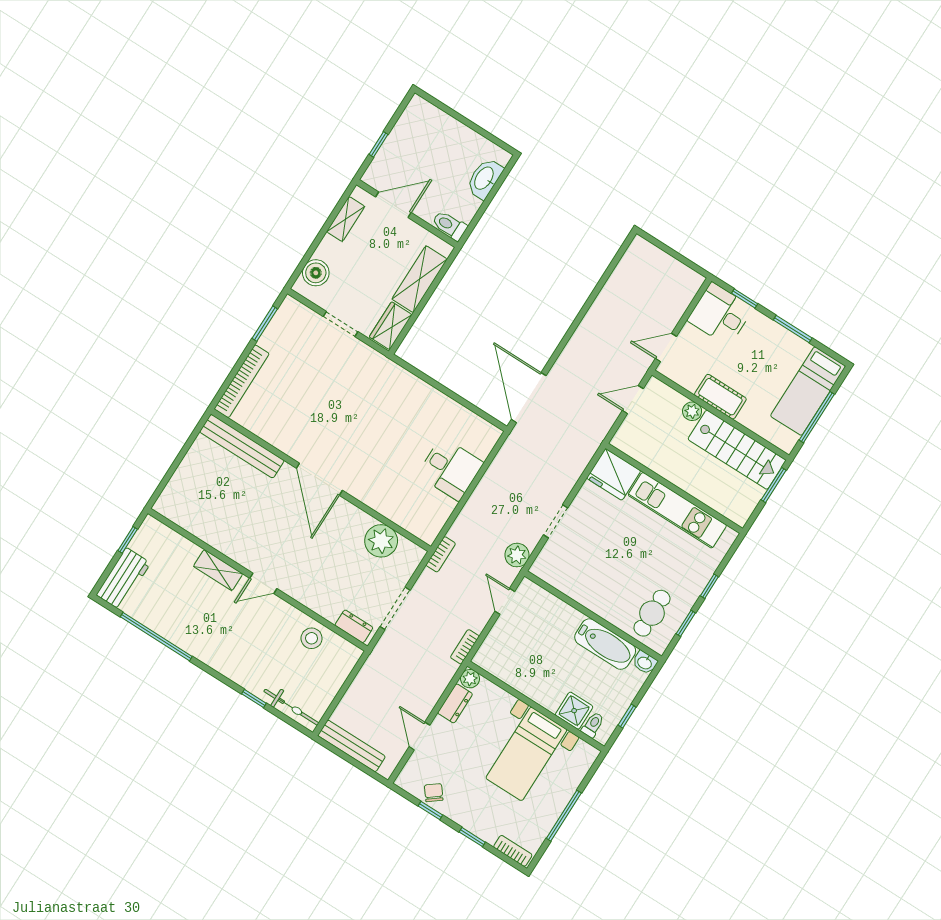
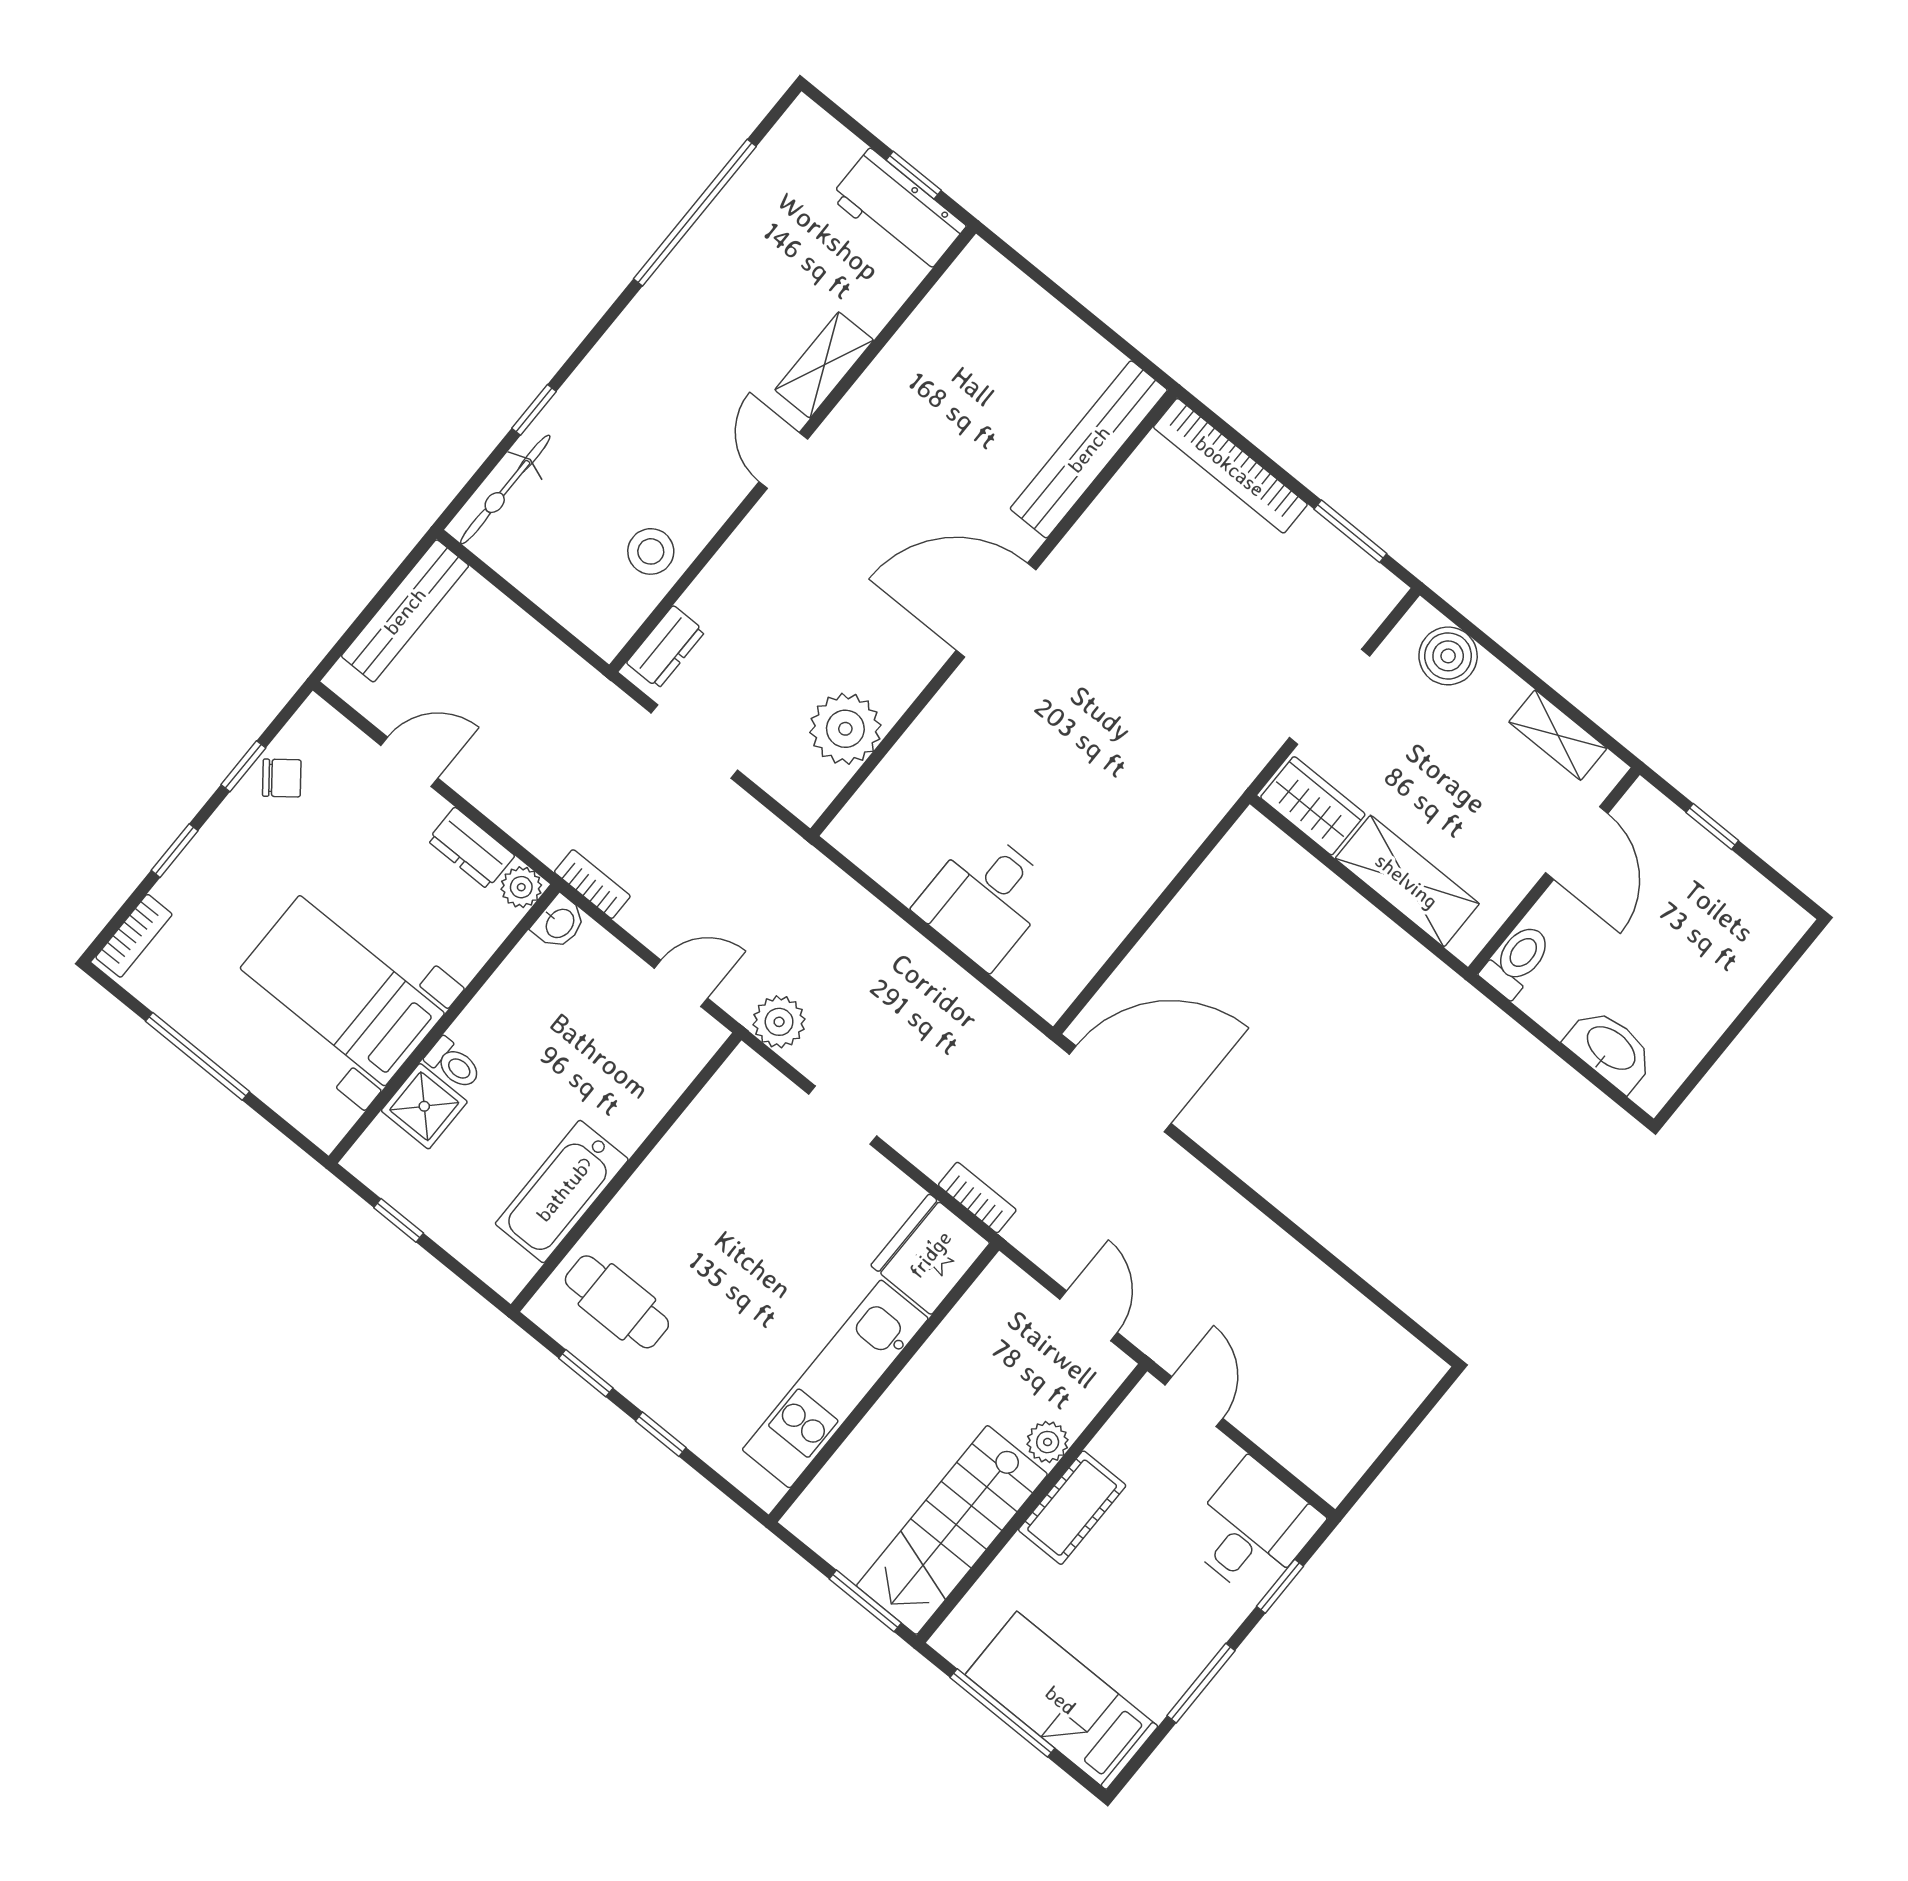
doorway: (341, 324) -> (1330, 697), width x1.38
bookcase: (441, 554) -> (977, 1198), moved, turned 180
workbench: (123, 579) -> (898, 212), moved
washbasin: (645, 663) -> (559, 923), moved, turned 180
toilet: (593, 725) -> (453, 1064), moved

